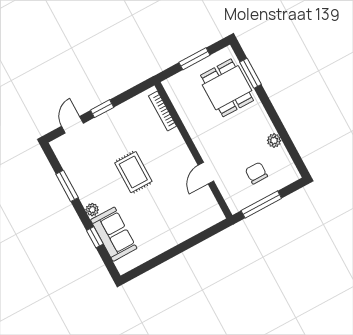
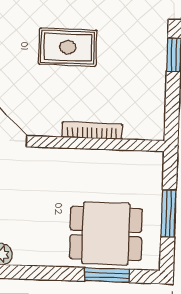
bookcase: (163, 111) -> (92, 131), moved

